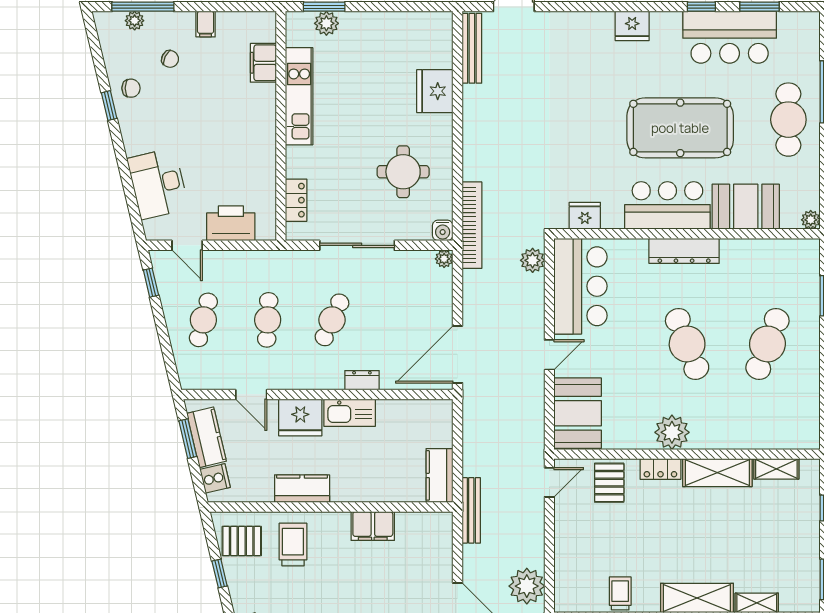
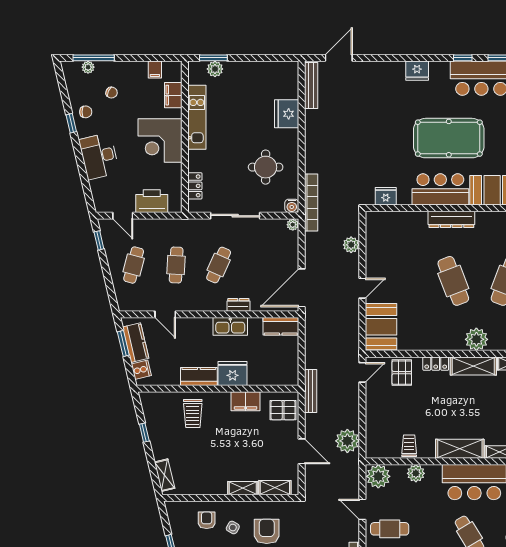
filing cabinet: (206, 24) -> (155, 69), moved
corner desk: (243, 132) -> (160, 140), added
desk: (158, 184) -> (99, 156), moved
plant: (533, 260) -> (351, 245), moved
bar counter: (581, 286) -> (383, 243), removed
fridge: (300, 417) -> (233, 373), moved, turned 180
plant: (672, 432) -> (476, 339), moved
kitchen counter: (440, 475) -> (281, 326), moved, turned -90
pallet: (242, 541) -> (283, 410), moved
trolley: (293, 545) -> (193, 414), turned 180

